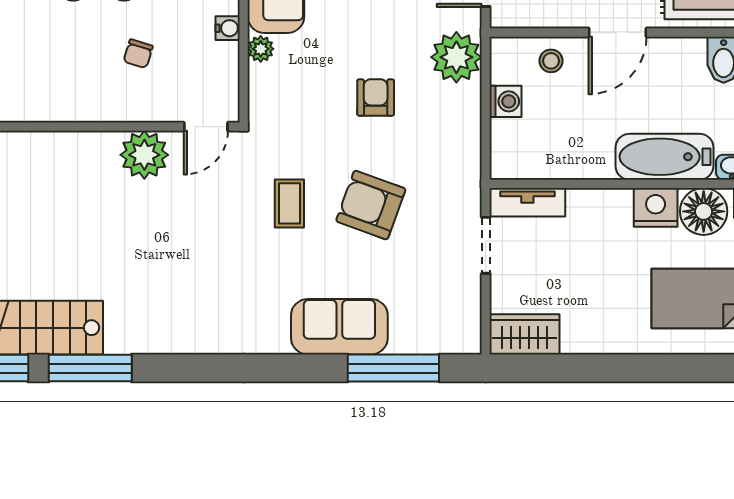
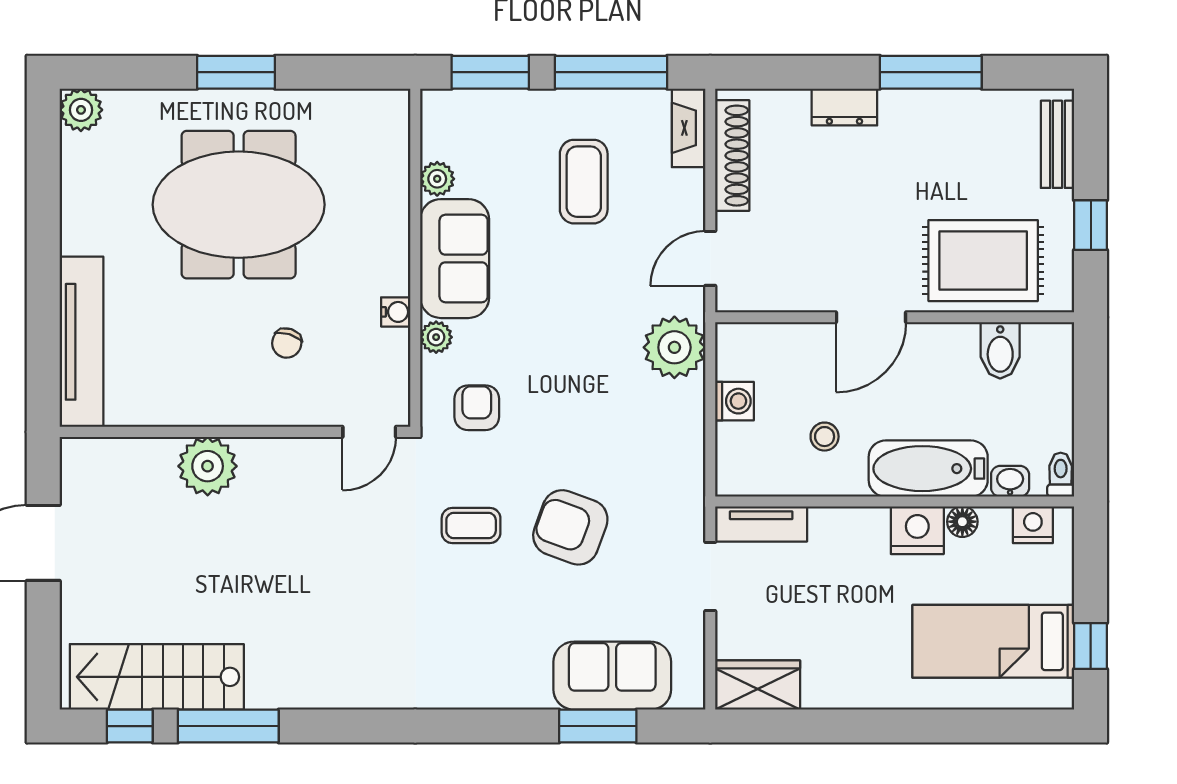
stool: (551, 61) -> (825, 437), moved
armchair: (376, 97) -> (477, 408), moved
plant: (144, 155) -> (208, 466), moved
coffee table: (289, 203) -> (471, 525), turned 90
floor lamp: (704, 211) -> (962, 522), width x0.53, depth x0.53
sofa: (339, 327) -> (612, 676), moved
window: (393, 368) -> (598, 726), width x0.69

